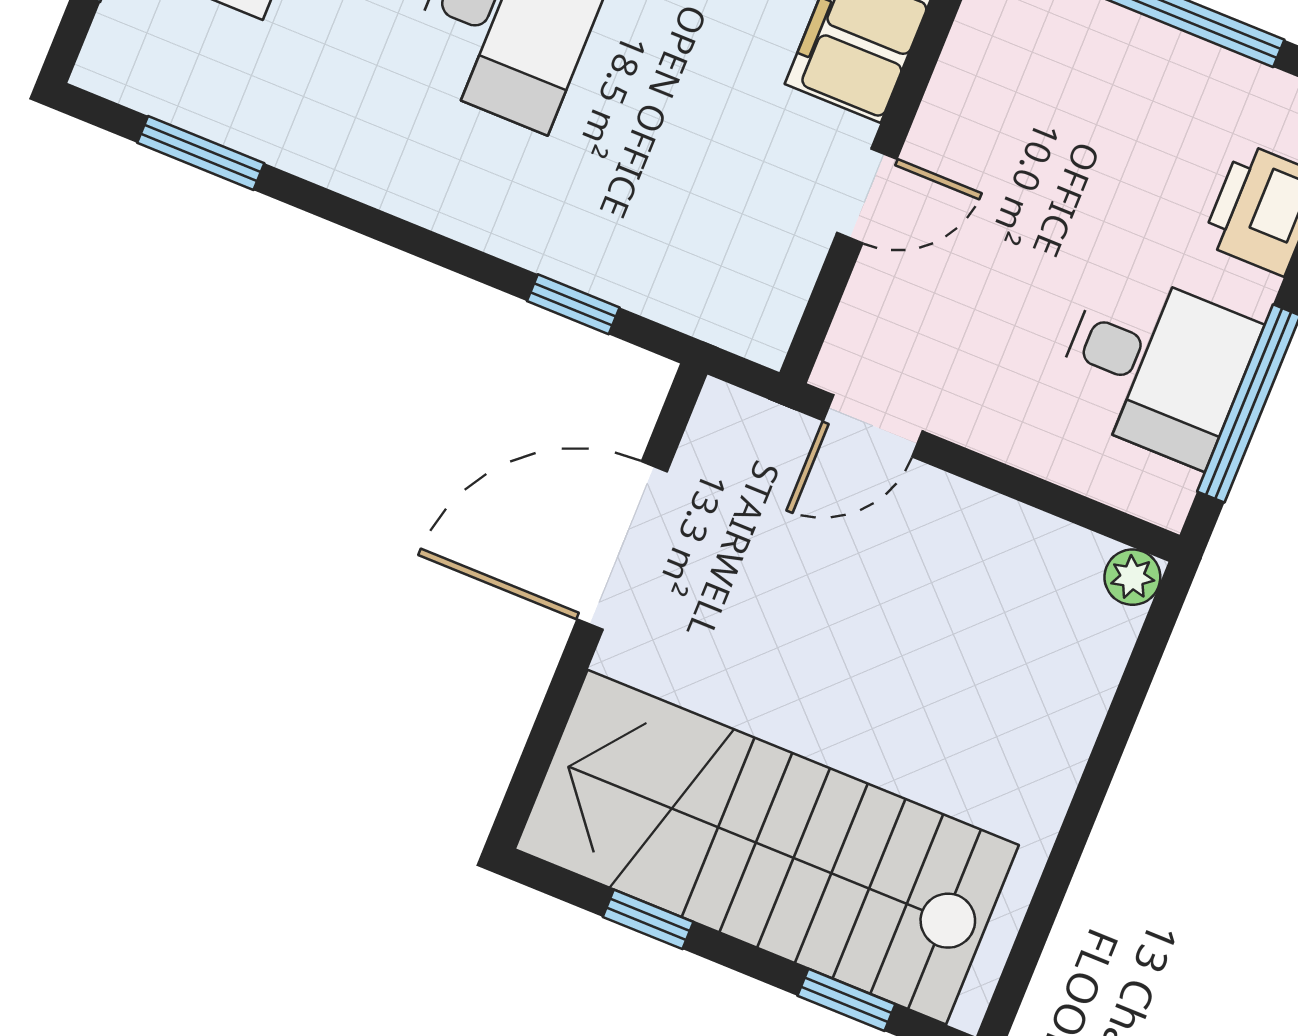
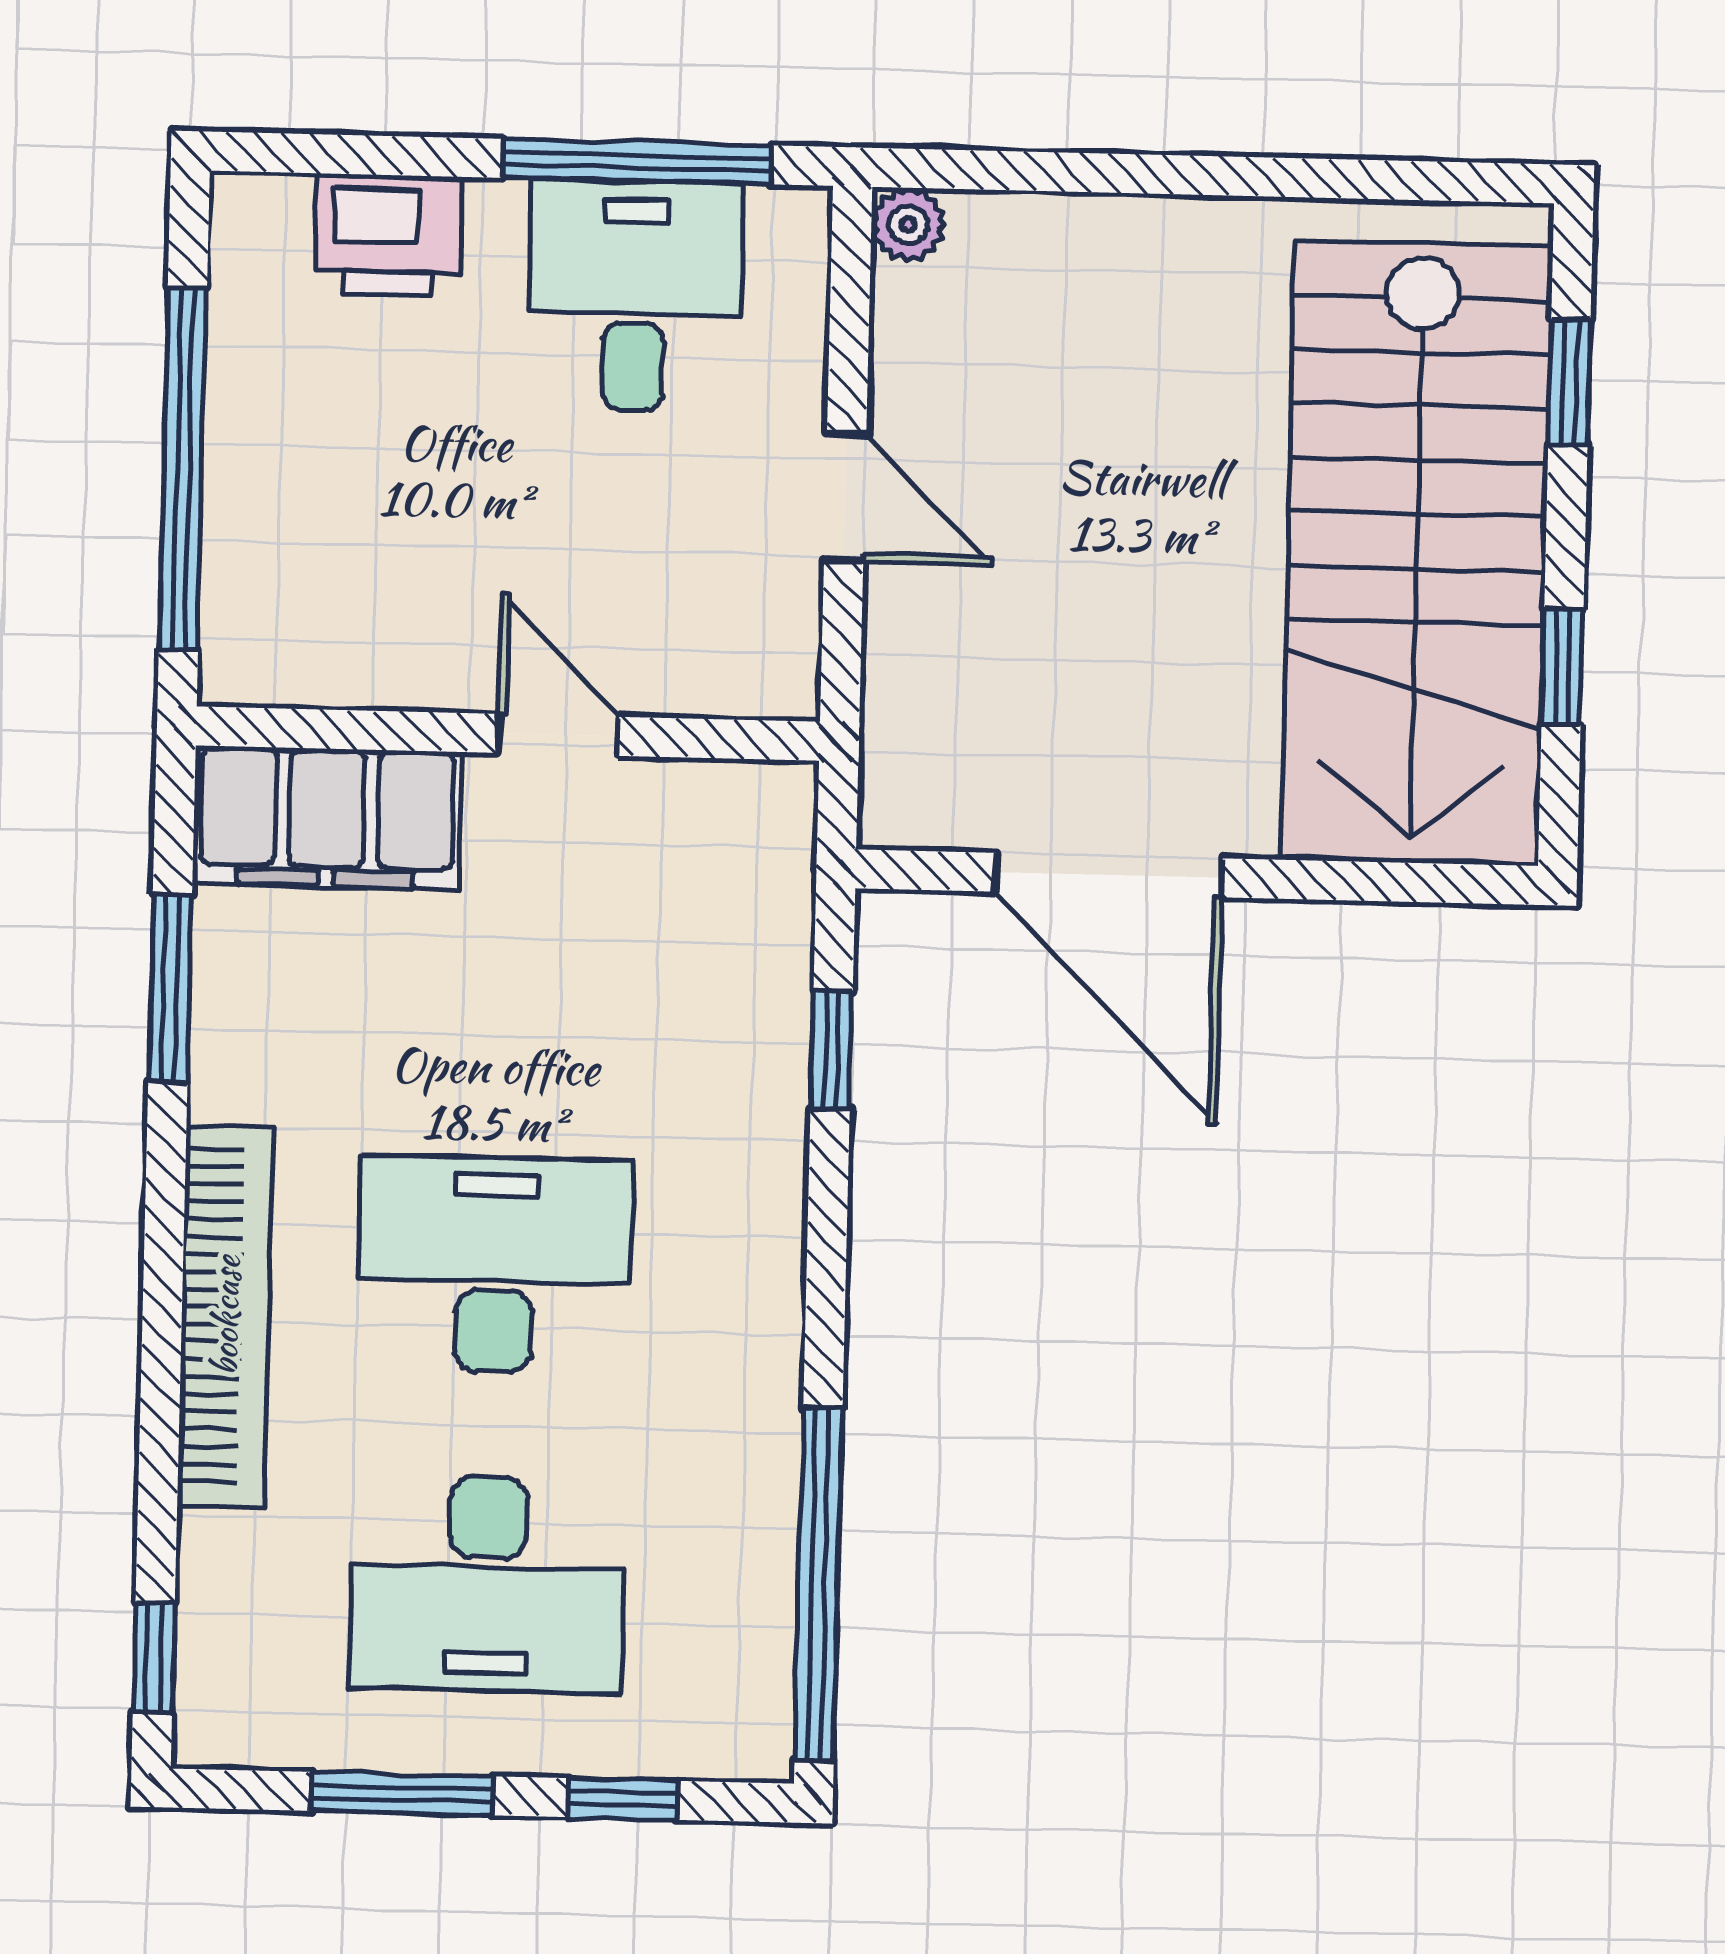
window: (201, 153) -> (819, 1584), width x2.11
door: (873, 426) -> (845, 498), moved

